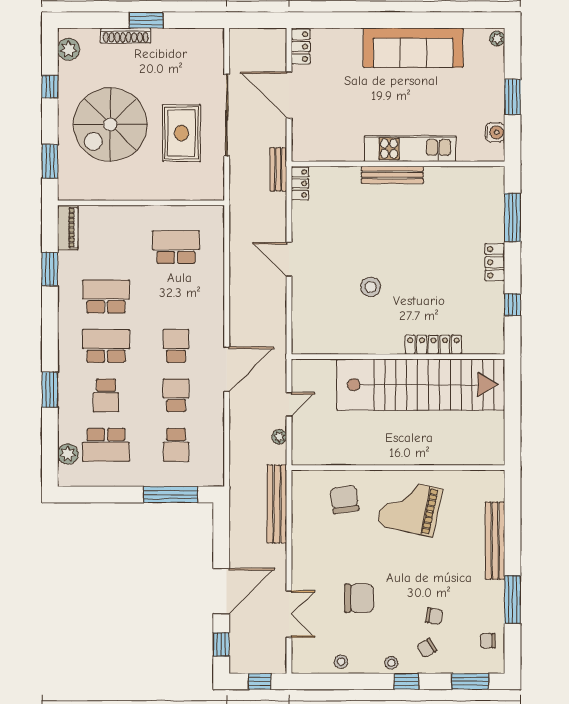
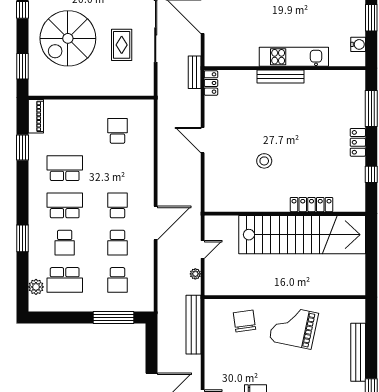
rug: (181, 133) -> (122, 45), width x0.73, depth x0.70
school desk: (176, 247) -> (117, 131), width x0.54
school desk: (176, 395) -> (117, 243), turned 180

